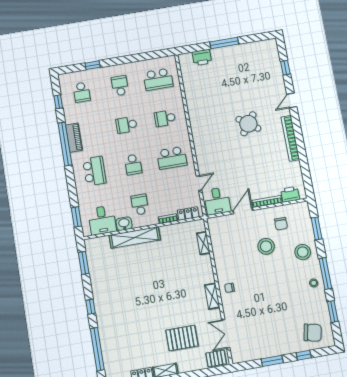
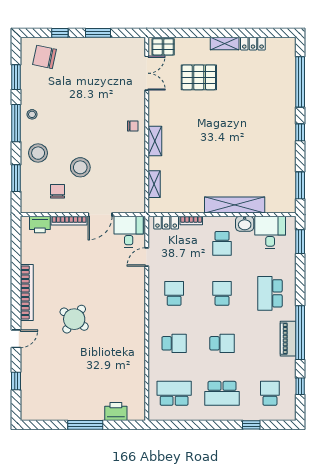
school desk: (120, 86) -> (222, 393), width x1.85
school desk: (172, 158) -> (174, 293), width x0.54
shelving: (212, 296) -> (155, 141), moved

